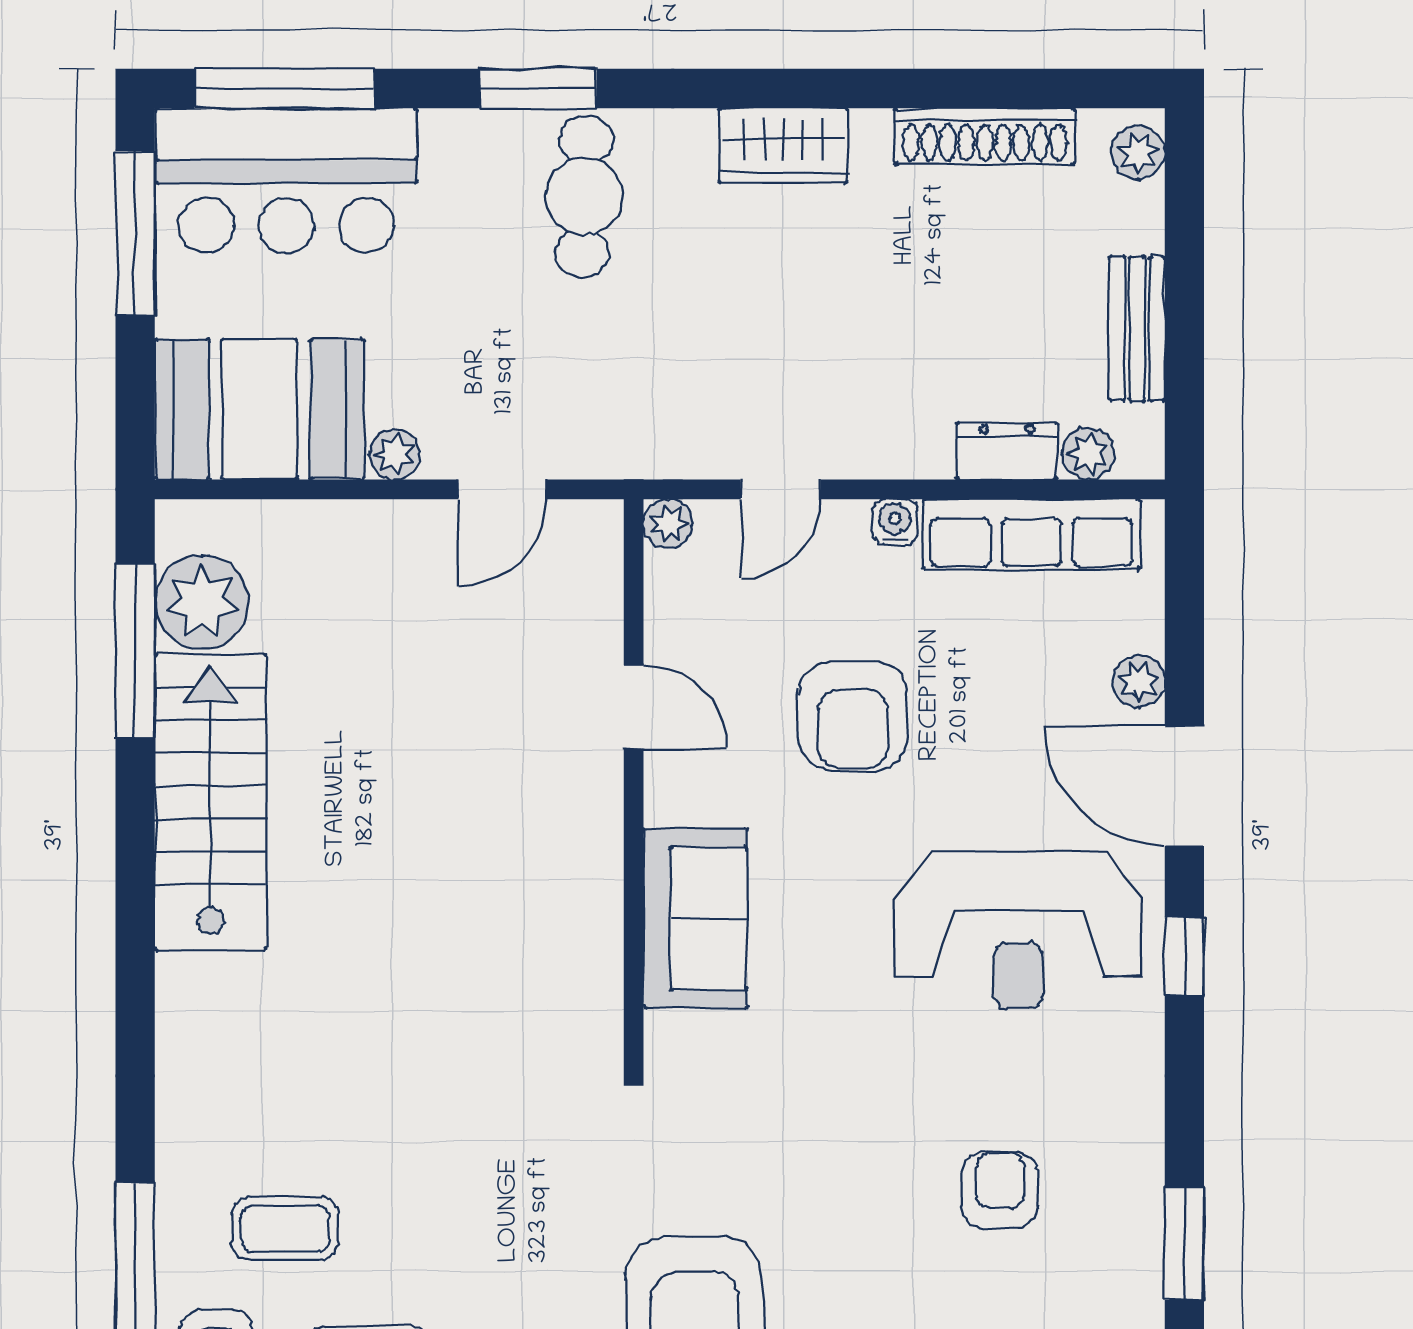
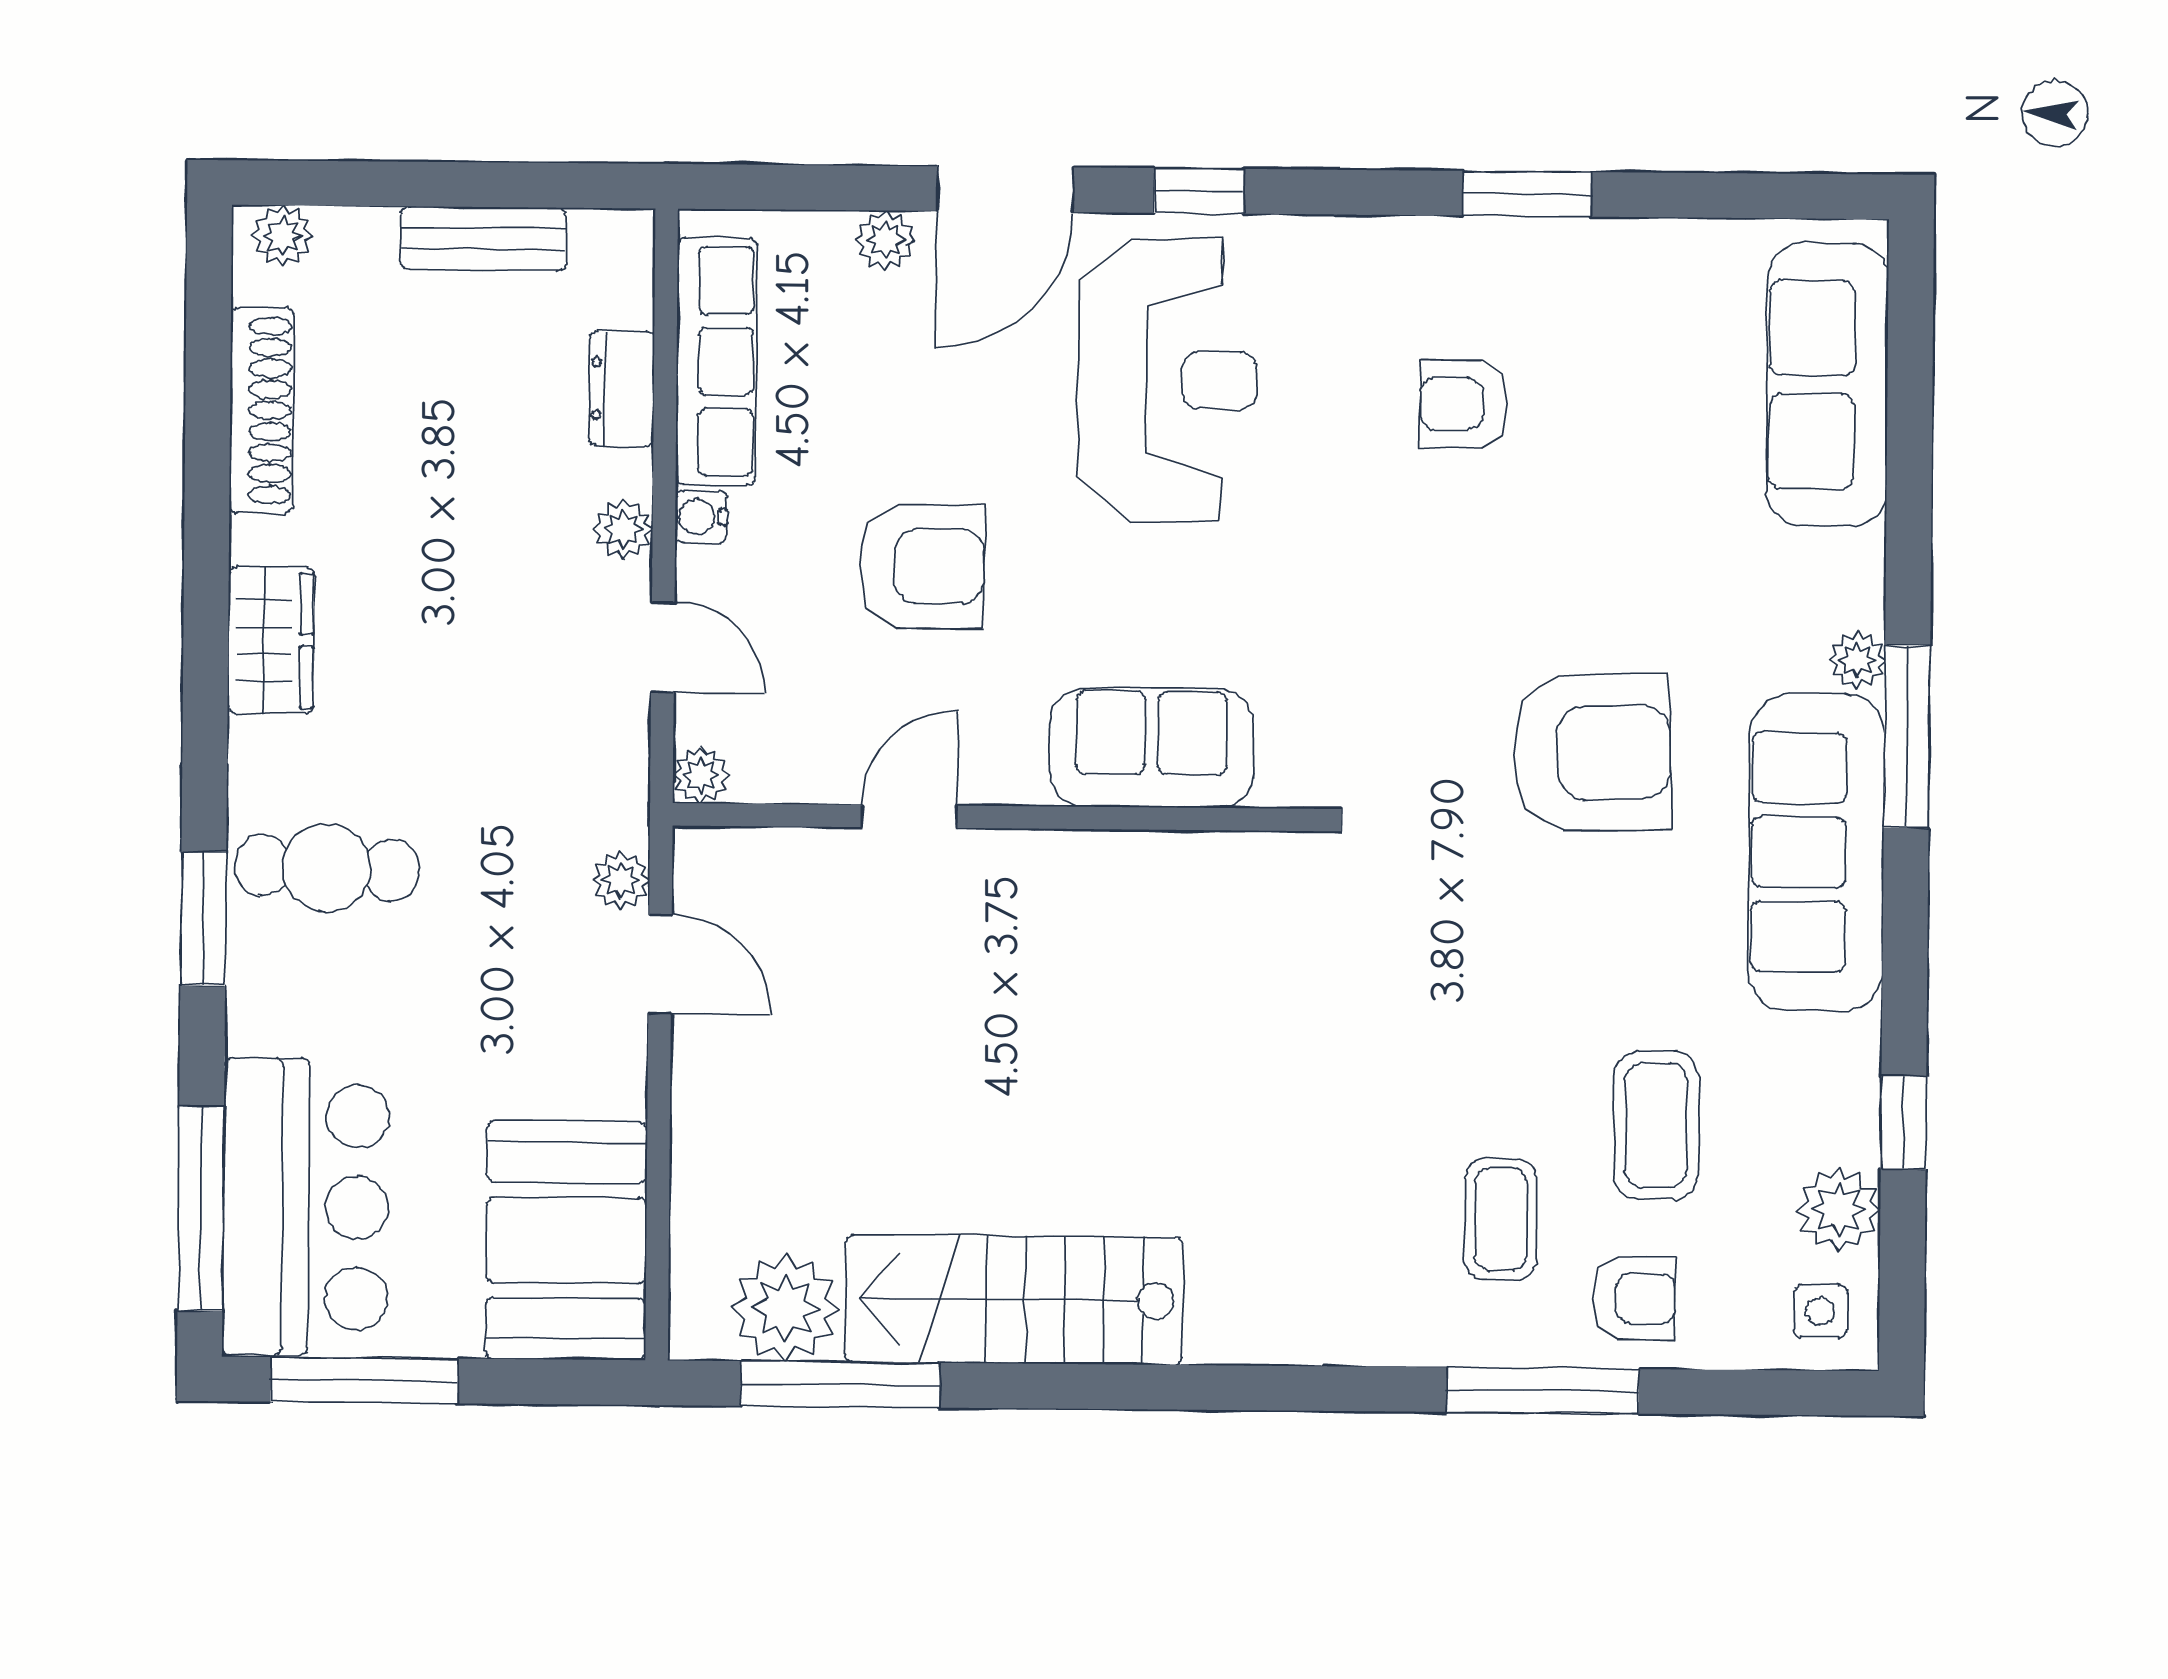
plant: (395, 454) -> (621, 880), moved
plant: (1088, 454) -> (623, 529), moved

